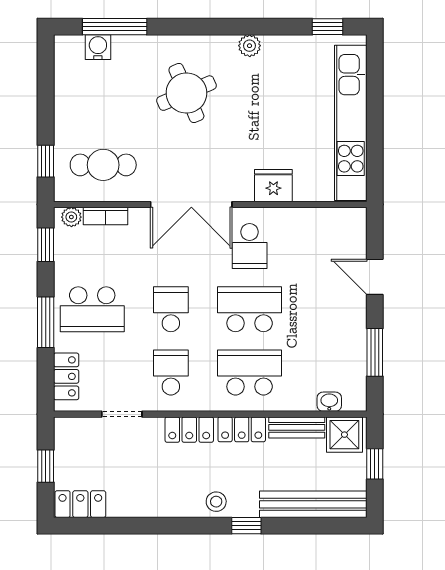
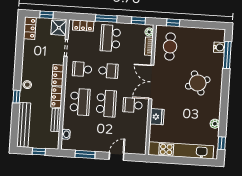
plant: (250, 46) -> (215, 124), moved
school desk: (171, 373) -> (82, 69), turned 180
shower: (344, 435) -> (59, 28), moved

